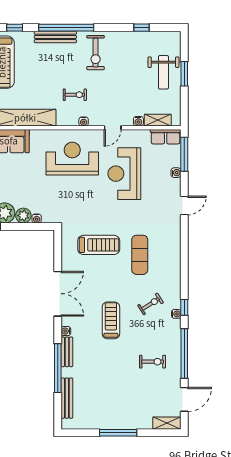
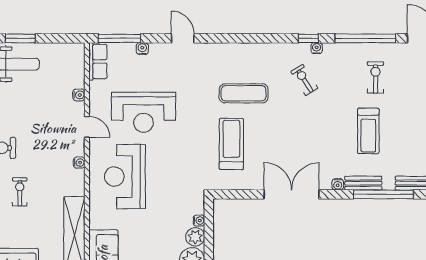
exercise bike: (75, 95) -> (20, 192), moved
shelving: (158, 120) -> (77, 71), removed
treadmill: (111, 320) -> (368, 131), moved, turned -90

